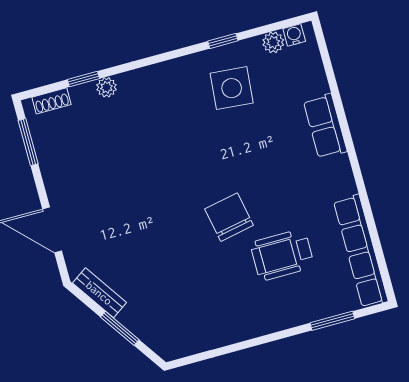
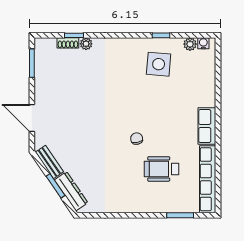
shoe rack: (52, 101) -> (68, 43), moved
row of seats: (325, 126) -> (207, 126), moved
chair: (229, 217) -> (137, 139), width x0.54, depth x0.54
dresser: (147, 330) -> (71, 191), added

